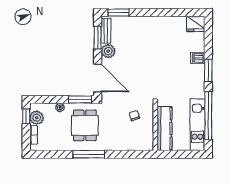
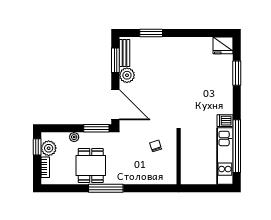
window: (118, 13) -> (151, 33), moved
dishwasher: (198, 58) -> (225, 121), moved
window: (208, 70) -> (237, 73), moved
dining table: (85, 125) -> (91, 166), moved
kitchen counter: (164, 129) -> (189, 160), removed

